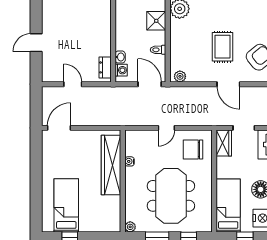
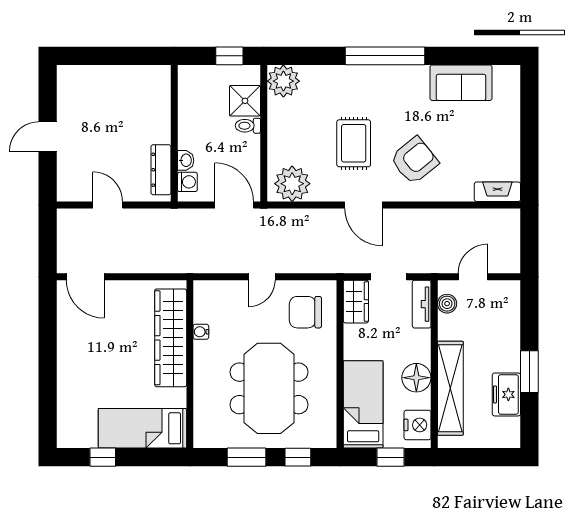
toilet: (158, 50) -> (248, 126), moved
dresser: (105, 67) -> (161, 170), width x1.44
plant: (180, 76) -> (292, 184), width x1.88, depth x1.88
door: (59, 128) -> (85, 277), swing flipped
bed: (66, 205) -> (142, 428), moved, turned -90
plant: (130, 227) -> (202, 439), removed

